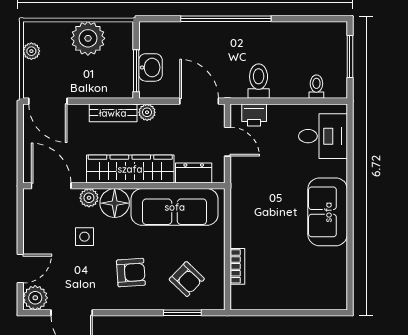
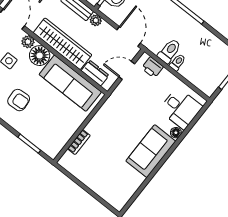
toilet: (316, 87) -> (178, 62), moved
door: (227, 142) -> (127, 70), swing flipped
floor lamp: (340, 168) -> (176, 133), added
armchair: (187, 279) -> (46, 127), removed

